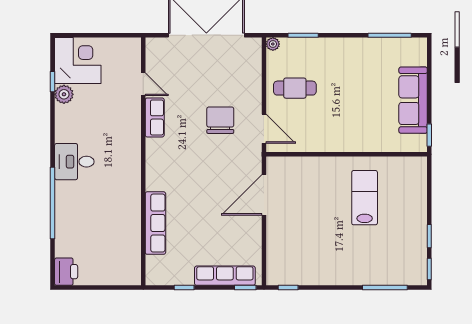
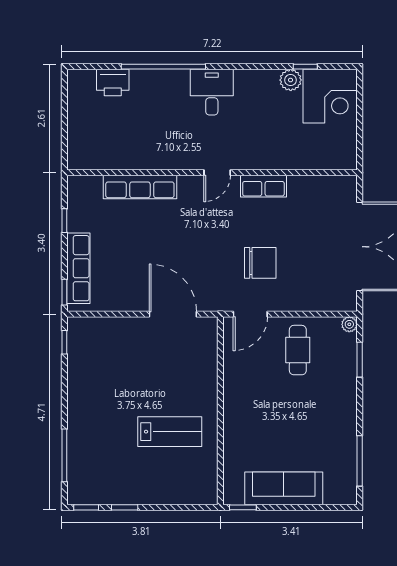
door: (143, 84) -> (217, 173), moved
printer: (66, 272) -> (113, 82), moved

